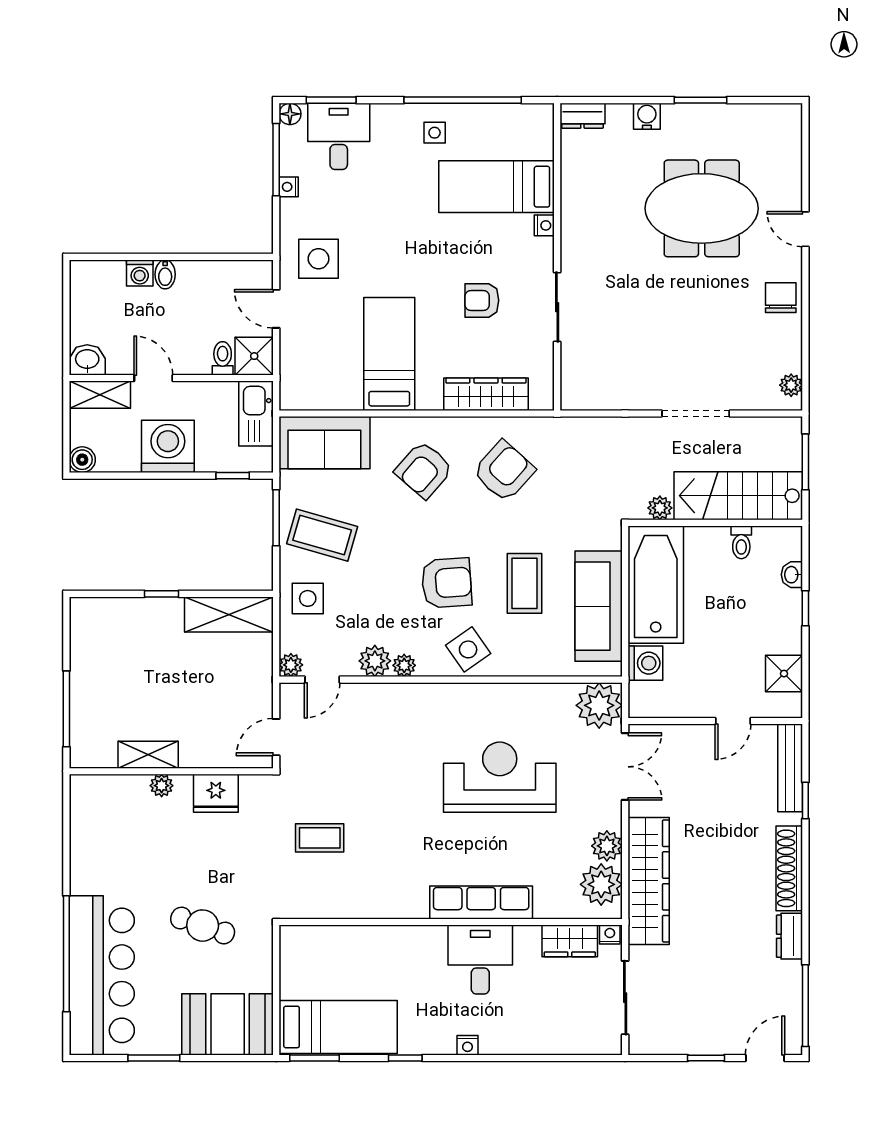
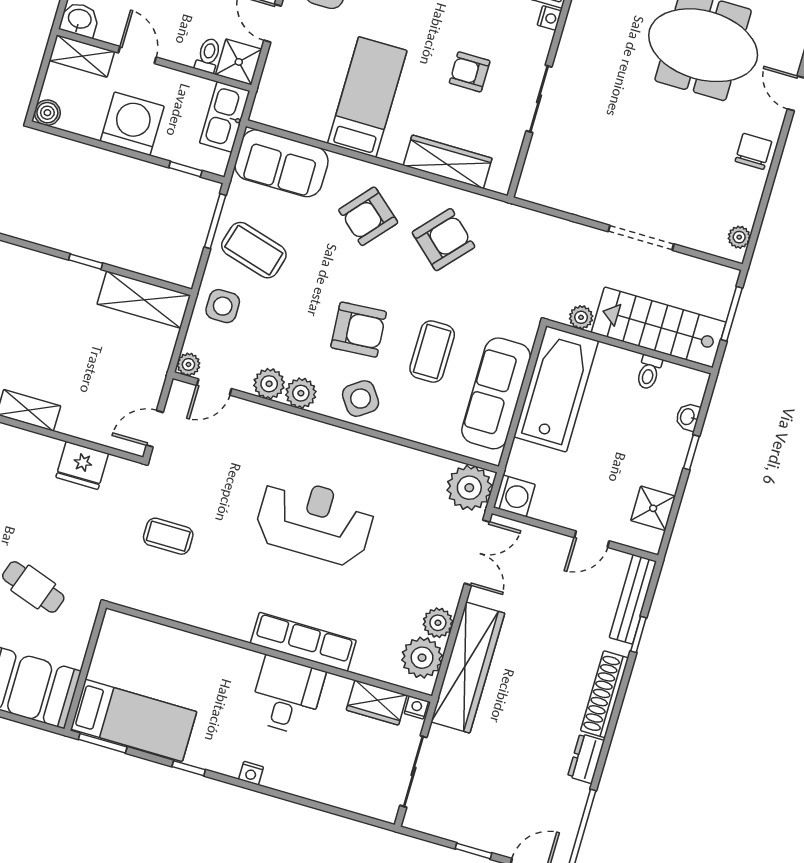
washing machine: (645, 663) -> (514, 496), moved
plant: (404, 665) -> (301, 393), width x1.38, depth x1.38
reception desk: (500, 777) -> (315, 521), moved
plant: (162, 786) -> (33, 443), removed

